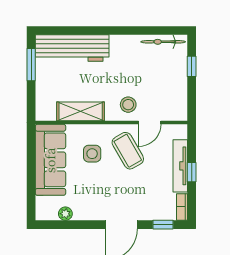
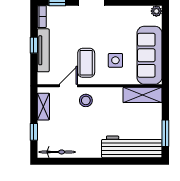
shelving: (180, 97) -> (43, 107), added
shelving: (81, 111) -> (143, 95), moved
coffee table: (128, 151) -> (86, 63), turned 30
plant: (65, 214) -> (156, 11), moved

